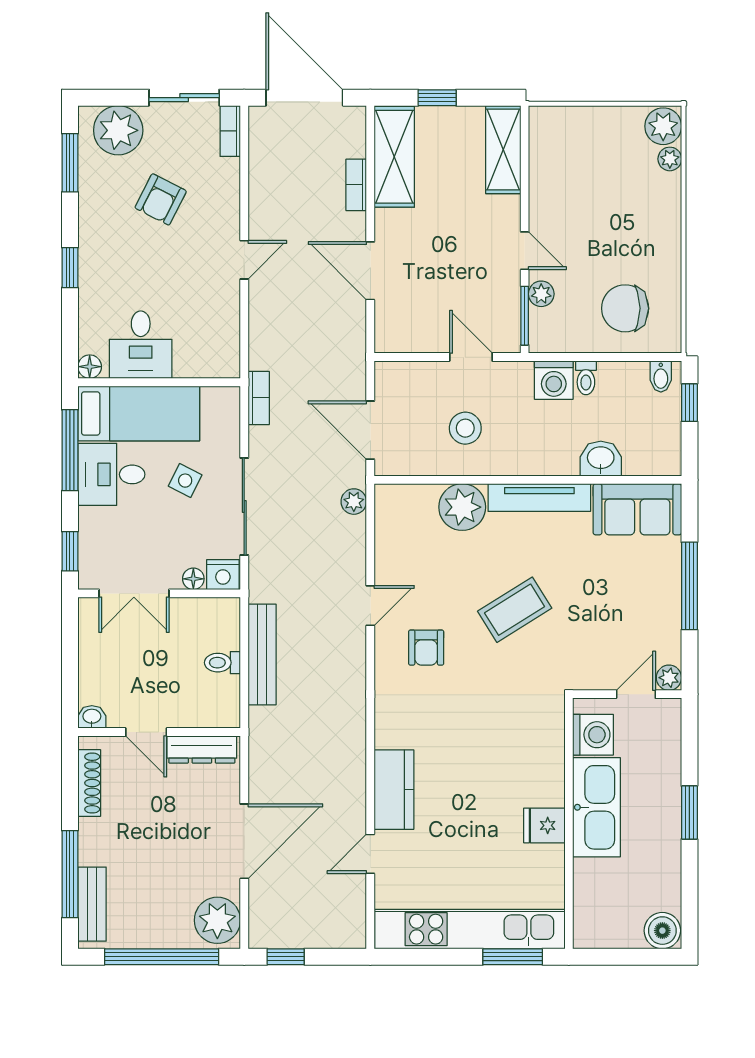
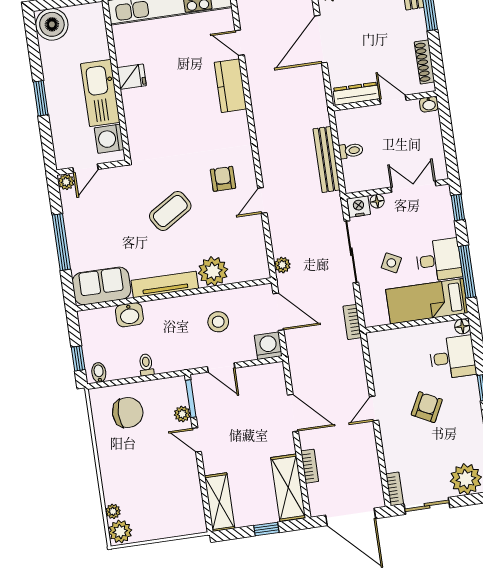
armchair: (161, 199) -> (427, 407), moved
desk: (141, 345) -> (453, 357), moved, turned 90
washing machine: (554, 380) -> (268, 346), moved
door: (370, 854) -> (240, 43), swing flipped
boiler: (662, 931) -> (52, 24), width x1.37, depth x1.37

